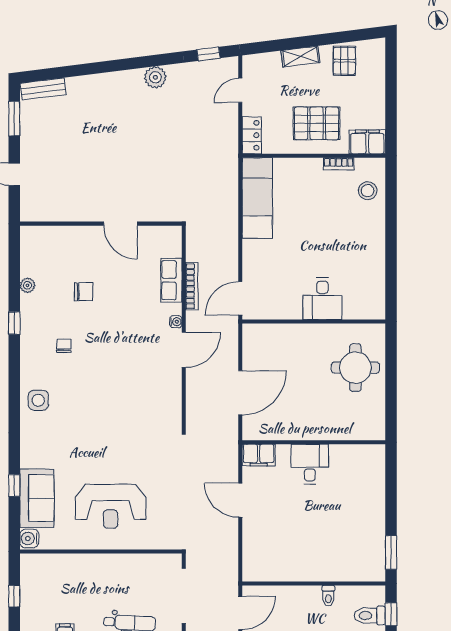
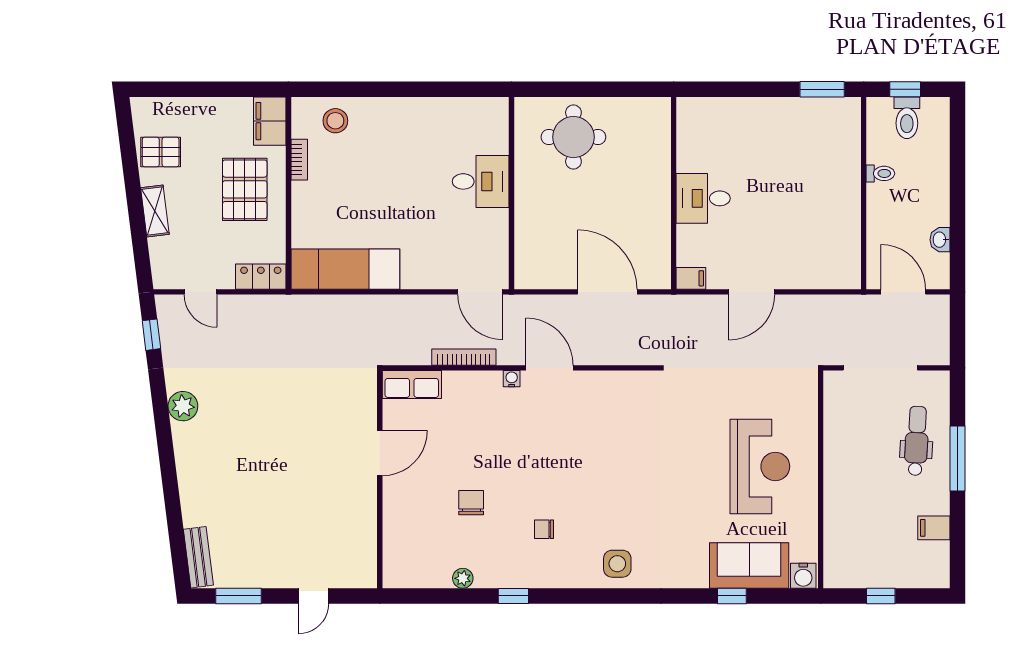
row of seats: (171, 280) -> (412, 385), moved
filing cabinet: (259, 455) -> (691, 278), width x0.50

